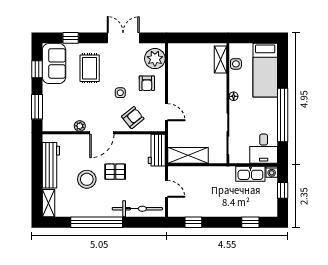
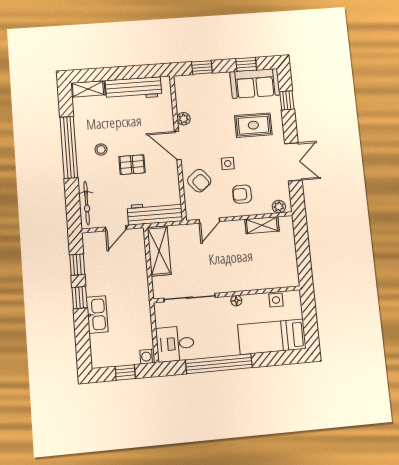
plant: (155, 59) -> (279, 207), width x0.53, depth x0.53
shelving: (220, 59) -> (262, 225), moved
window: (37, 107) -> (202, 67), width x0.67
workbench: (157, 150) -> (155, 213), width x1.38
pallet: (115, 172) -> (132, 165), turned 90
kitchen sink: (250, 174) -> (97, 314), moved, turned 180
stool: (87, 179) -> (101, 150), moved, width x0.53, depth x0.53
bicycle: (137, 209) -> (87, 203), width x0.73, depth x0.71
window: (250, 222) -> (80, 298), moved

